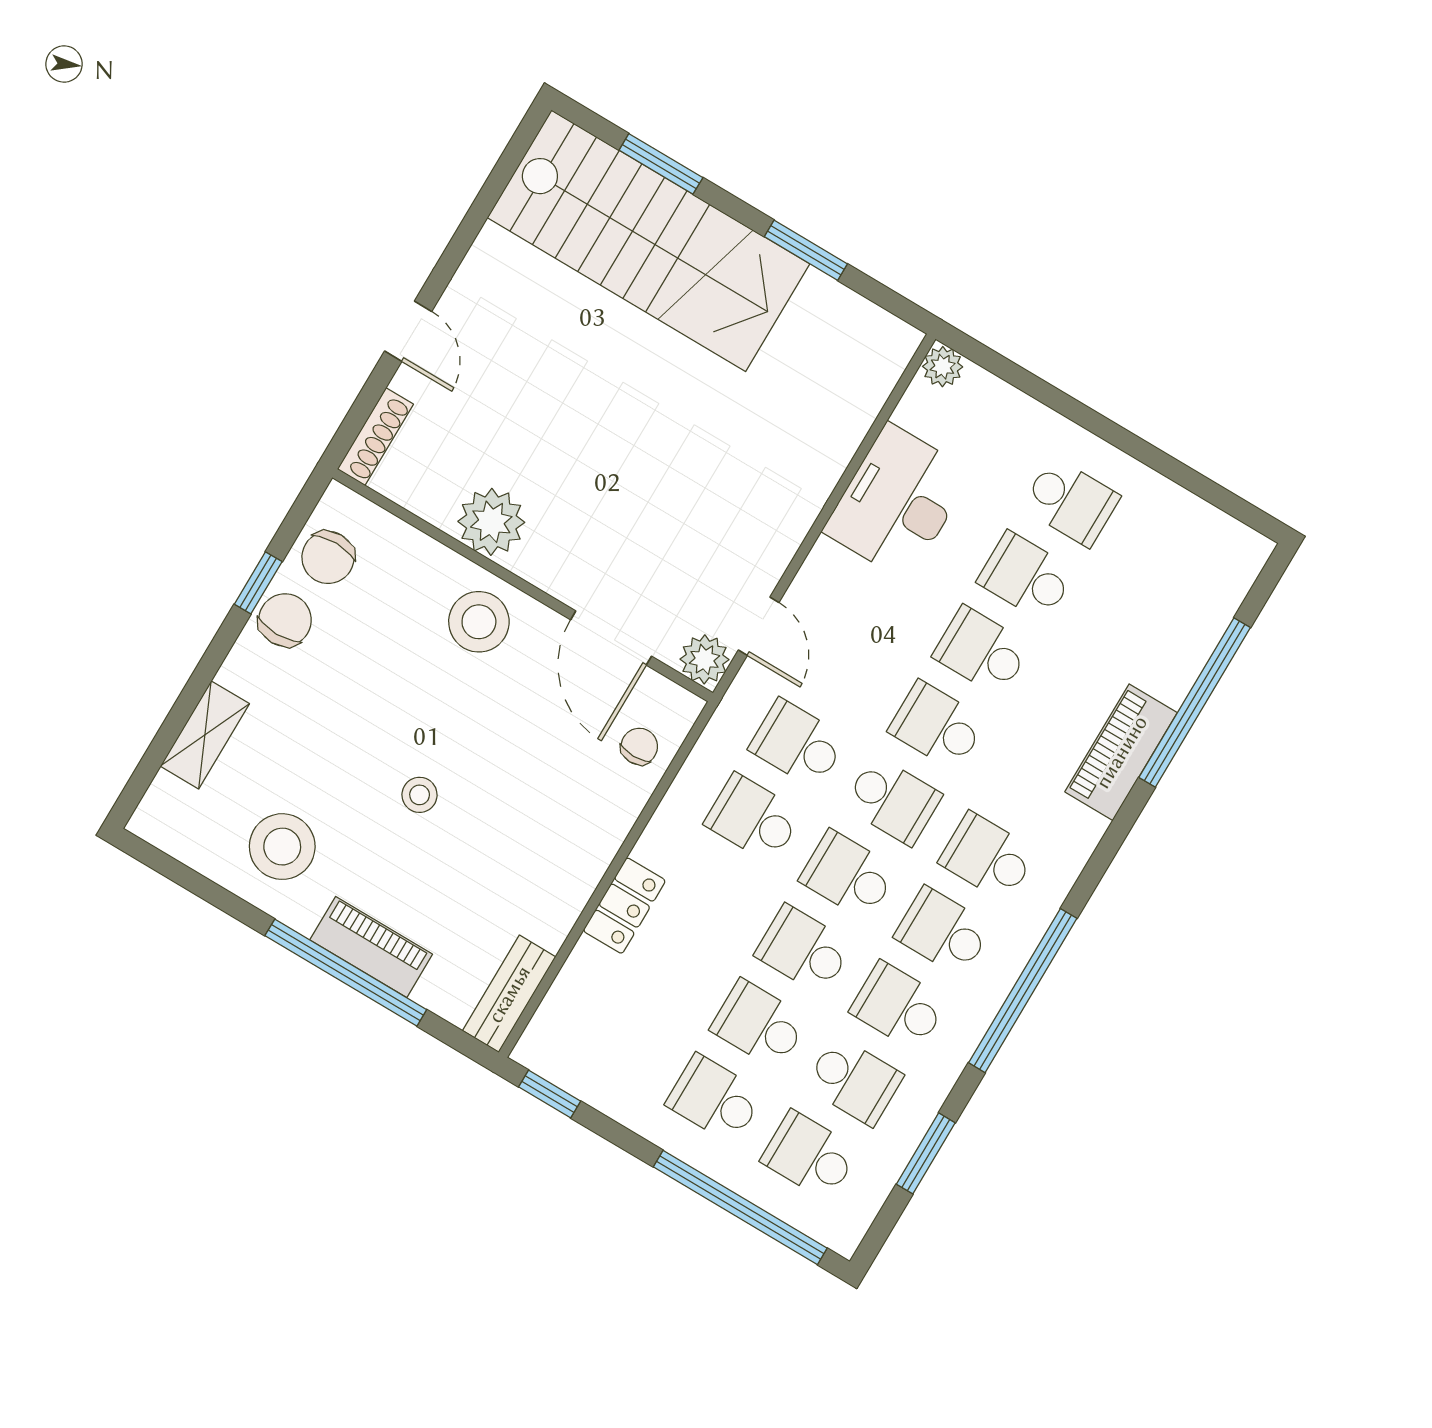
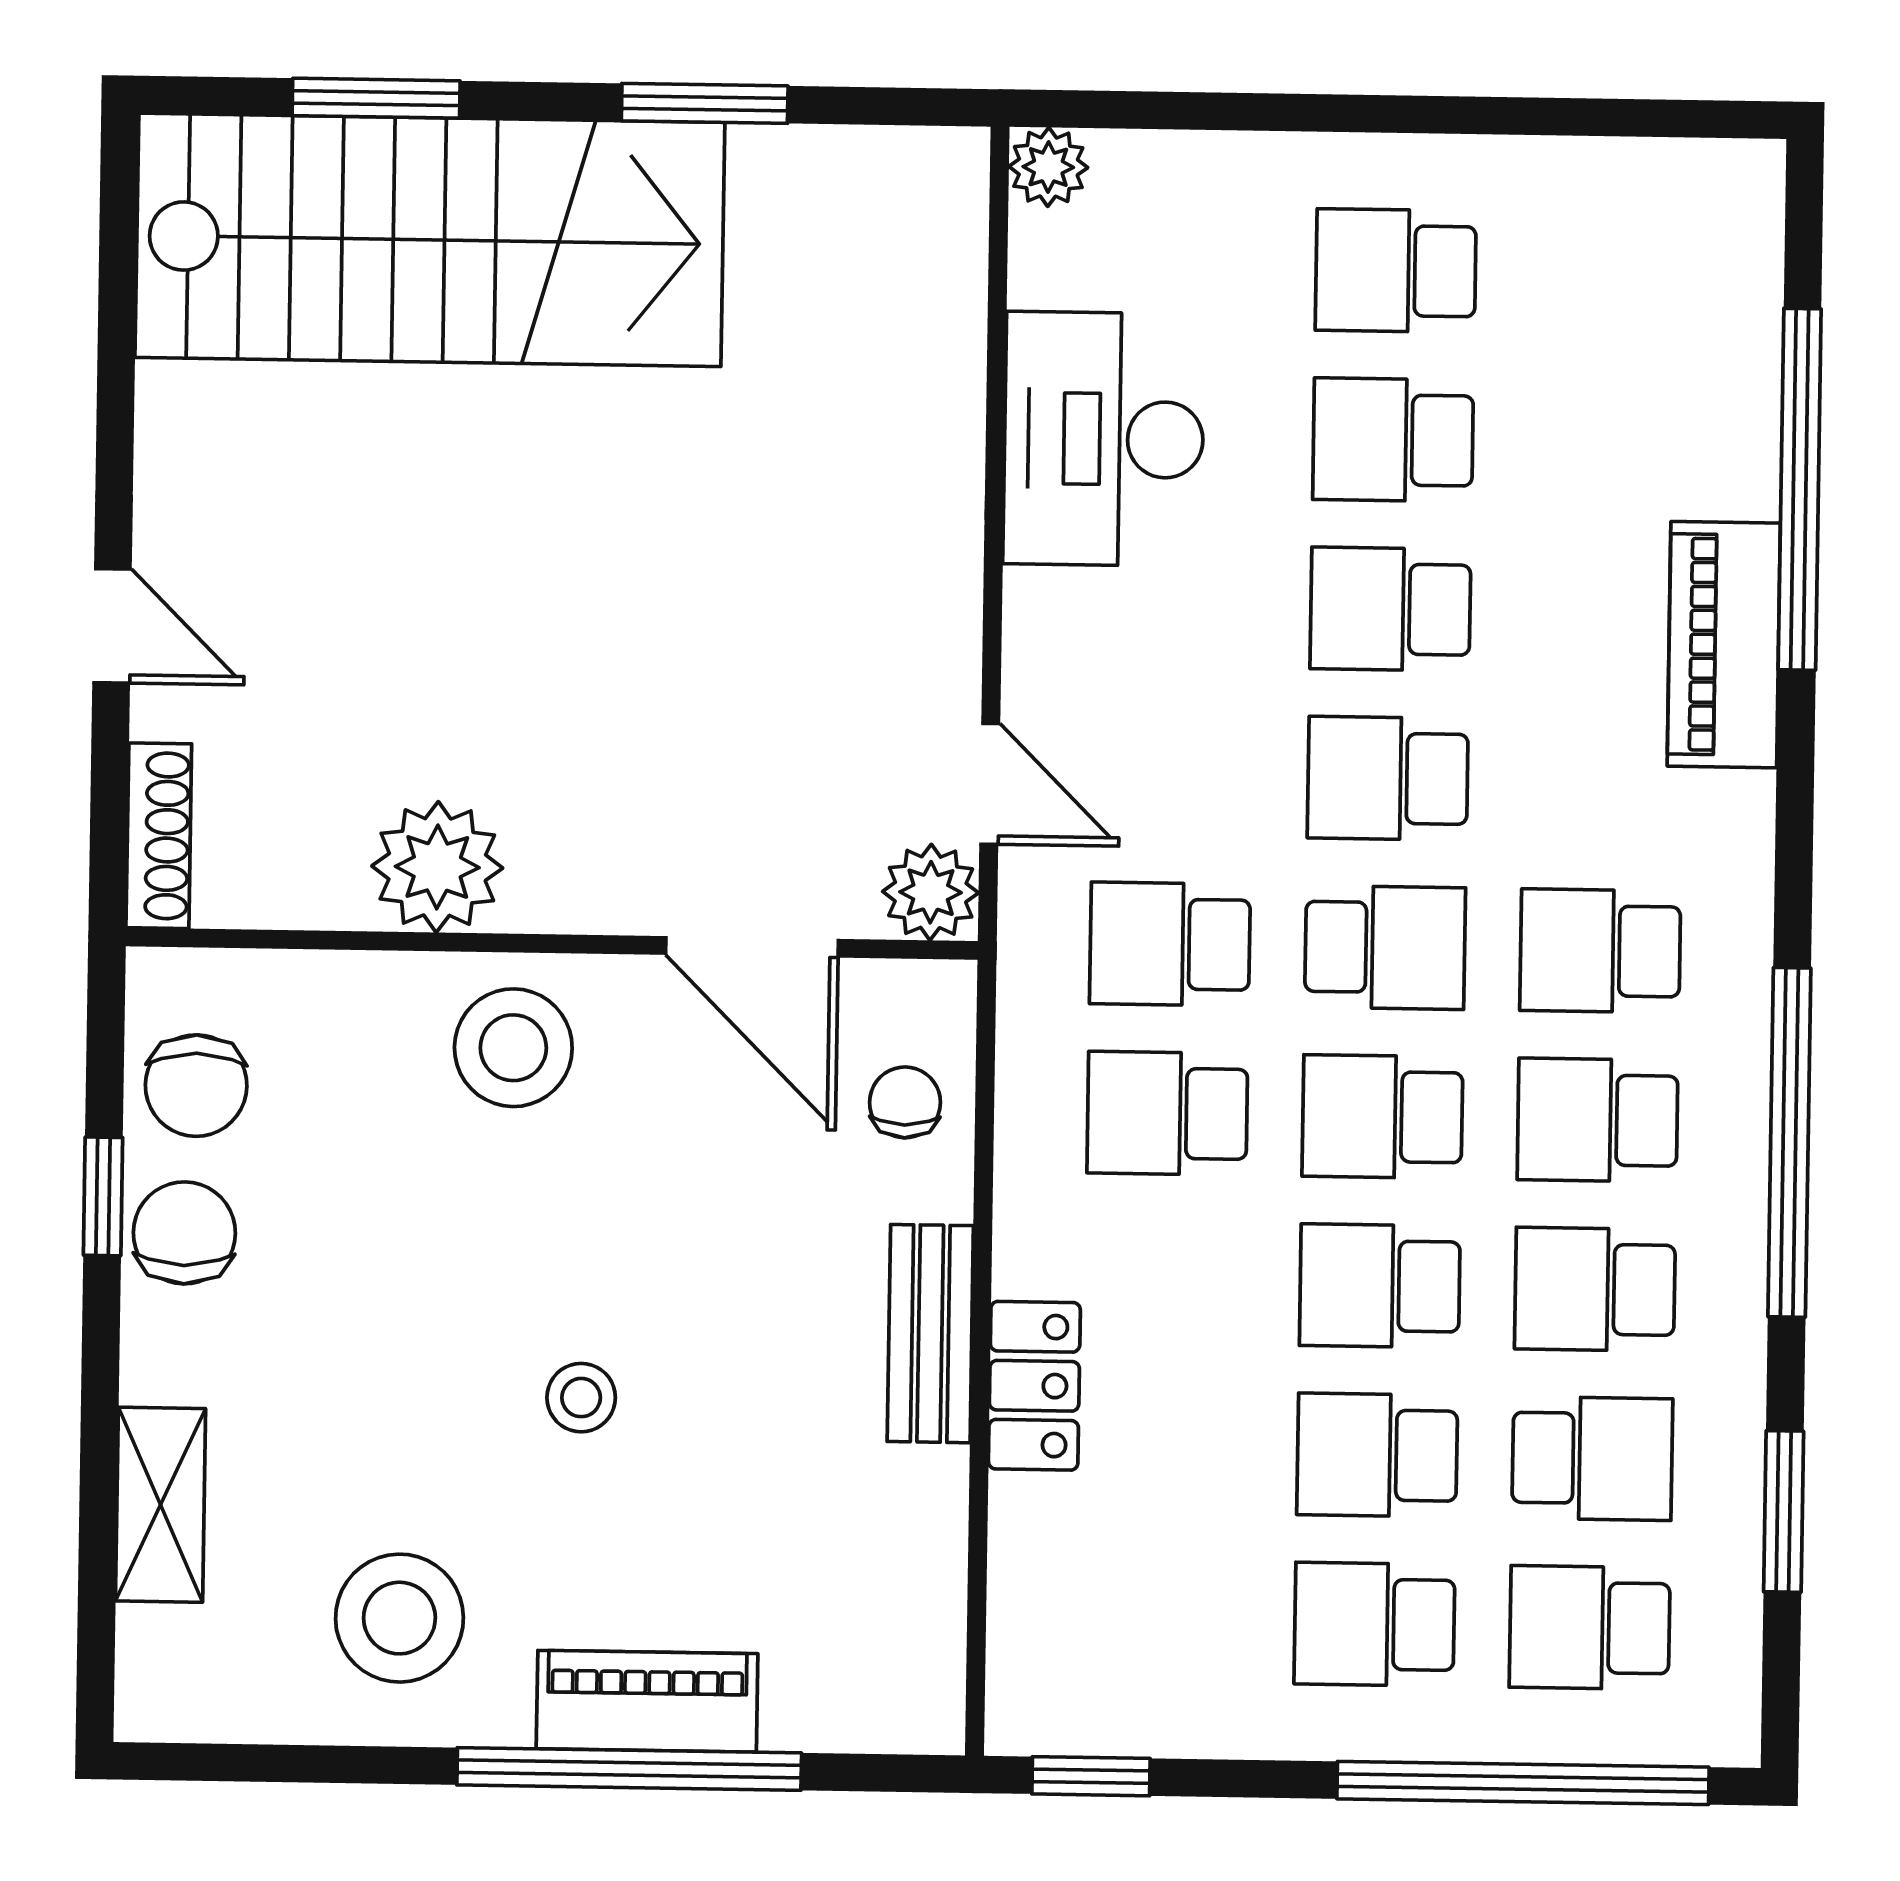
school desk: (1071, 502) -> (1396, 271), turned 180
bench: (509, 994) -> (930, 1334), moved

